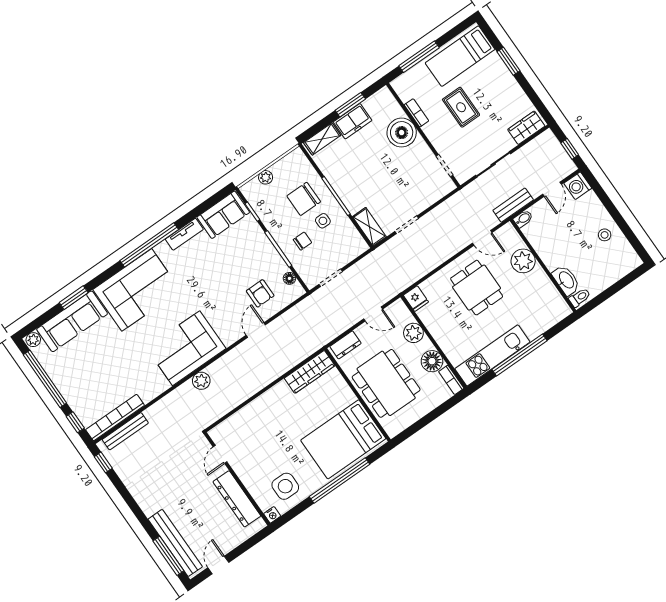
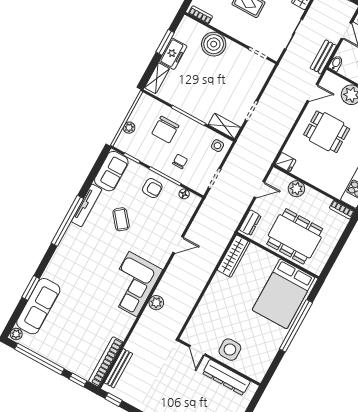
bookcase: (416, 113) -> (201, 15), moved
side table: (323, 221) -> (217, 146), moved
tv unit: (184, 234) -> (87, 205), width x1.41
coffee table: (208, 272) -> (121, 219), added
corner sofa: (137, 290) -> (75, 259), removed
armchair: (260, 293) -> (152, 188), moved
door: (256, 330) -> (178, 245), swing flipped
floor lamp: (432, 361) -> (321, 203), removed
side table: (285, 486) -> (230, 350), moved
nightstand: (272, 515) -> (258, 376), removed

